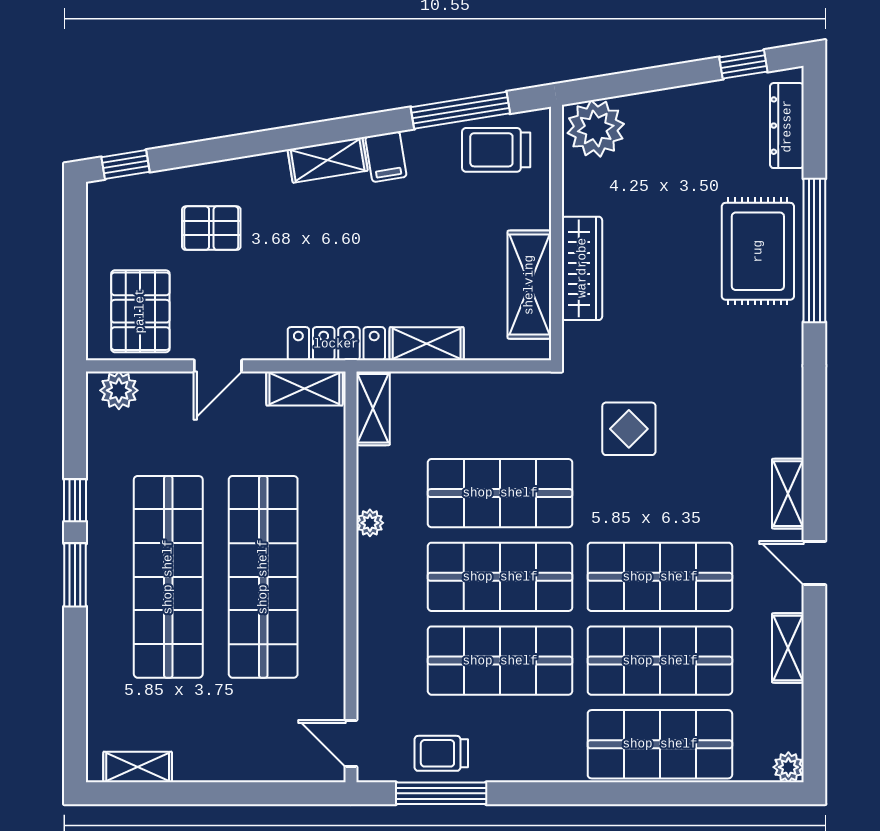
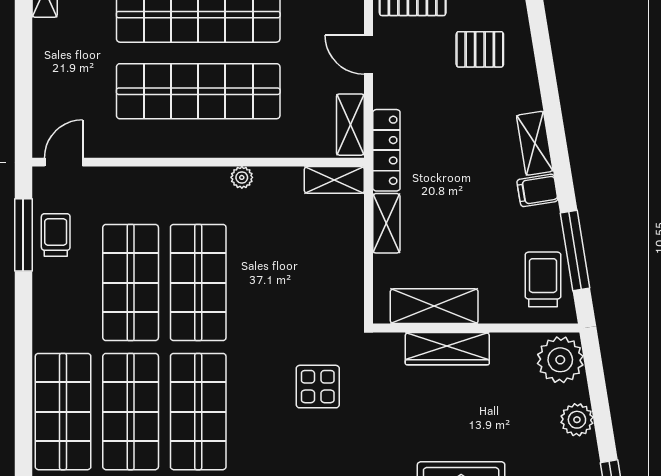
plant: (670, 108) -> (577, 420), added
pallet: (211, 228) -> (480, 49), turned 90
shop shelf: (500, 493) -> (266, 283), removed

